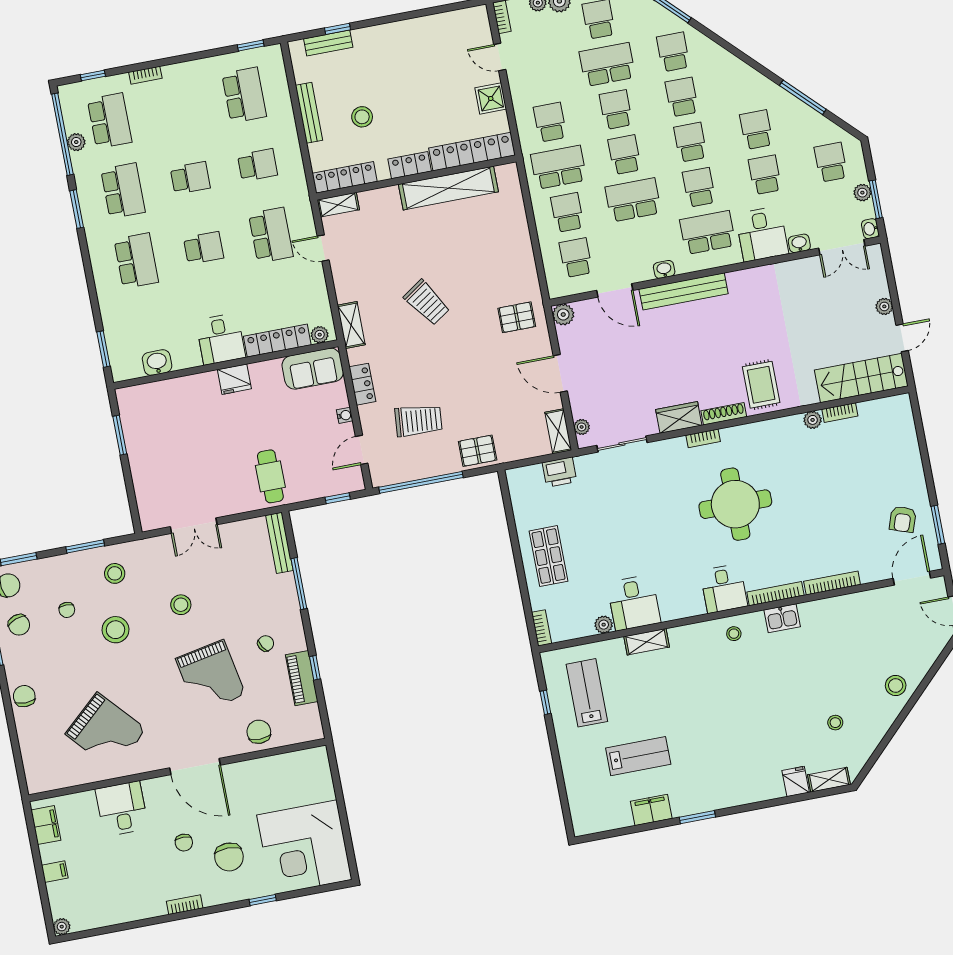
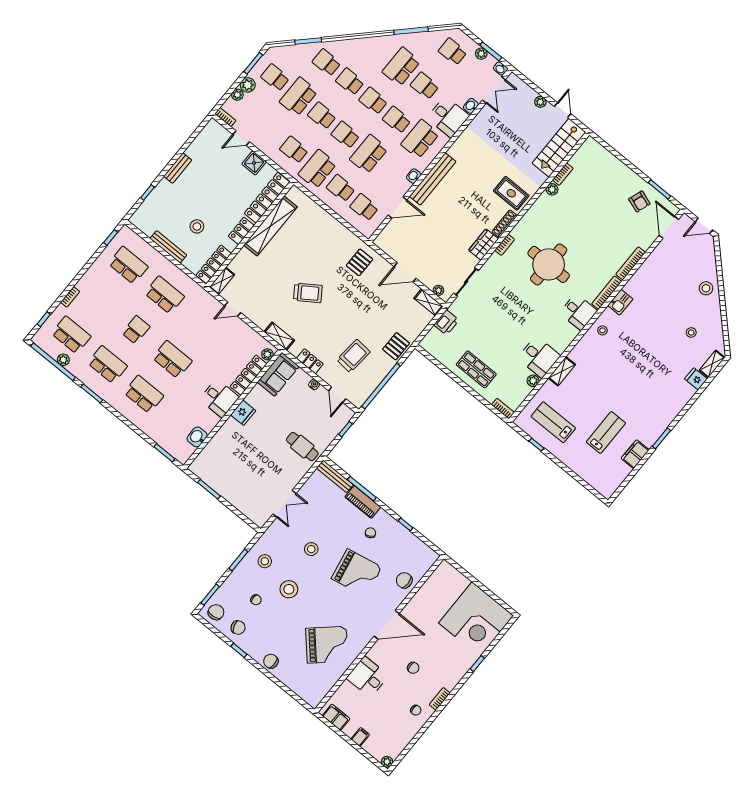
bench: (328, 43) -> (178, 168), moved
school desk: (756, 130) -> (401, 67), width x1.85
school desk: (257, 165) -> (164, 295), width x1.85
school desk: (271, 235) -> (201, 325), removed
school desk: (204, 248) -> (172, 359), width x1.85
plant: (563, 314) -> (382, 241), removed
piano: (302, 678) -> (363, 502), moved
chair: (229, 857) -> (416, 710), moved, width x0.54, depth x0.54

